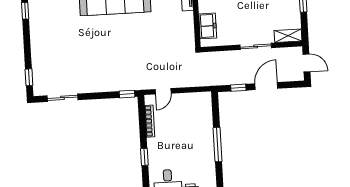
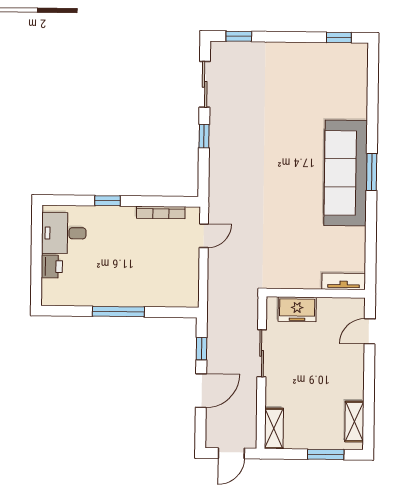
sliding door: (256, 46) -> (262, 353), moved
door: (266, 86) -> (201, 391), hinge flipped
door: (163, 91) -> (204, 236), swing flipped
window: (127, 94) -> (204, 136), moved

